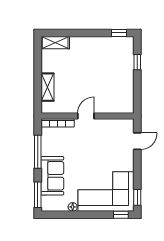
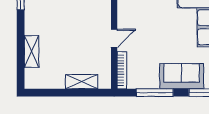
shelving: (55, 43) -> (32, 51), moved
door: (86, 116) -> (114, 38), swing flipped

